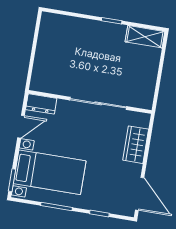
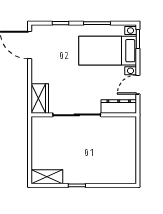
dresser: (41, 104) -> (119, 106), width x1.44
wardrobe: (136, 145) -> (40, 98), moved

